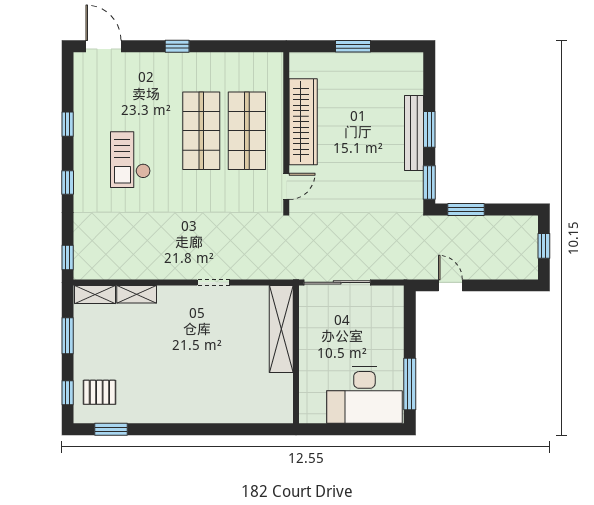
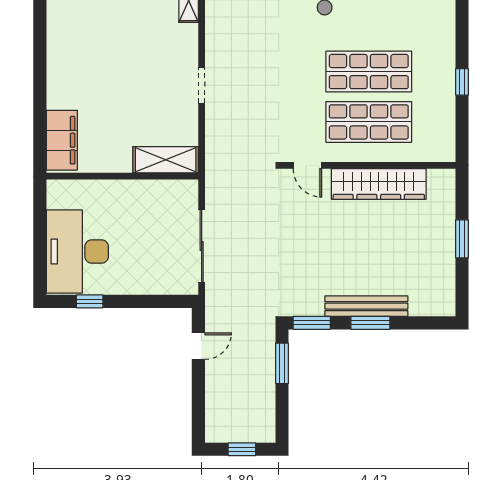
window: (177, 46) -> (462, 82), moved
sliding door: (337, 282) -> (202, 246), moved
shelving: (281, 329) -> (166, 160), width x0.68
window: (410, 384) -> (90, 301), width x0.46
filing cabinet: (263, 409) -> (62, 140), added

